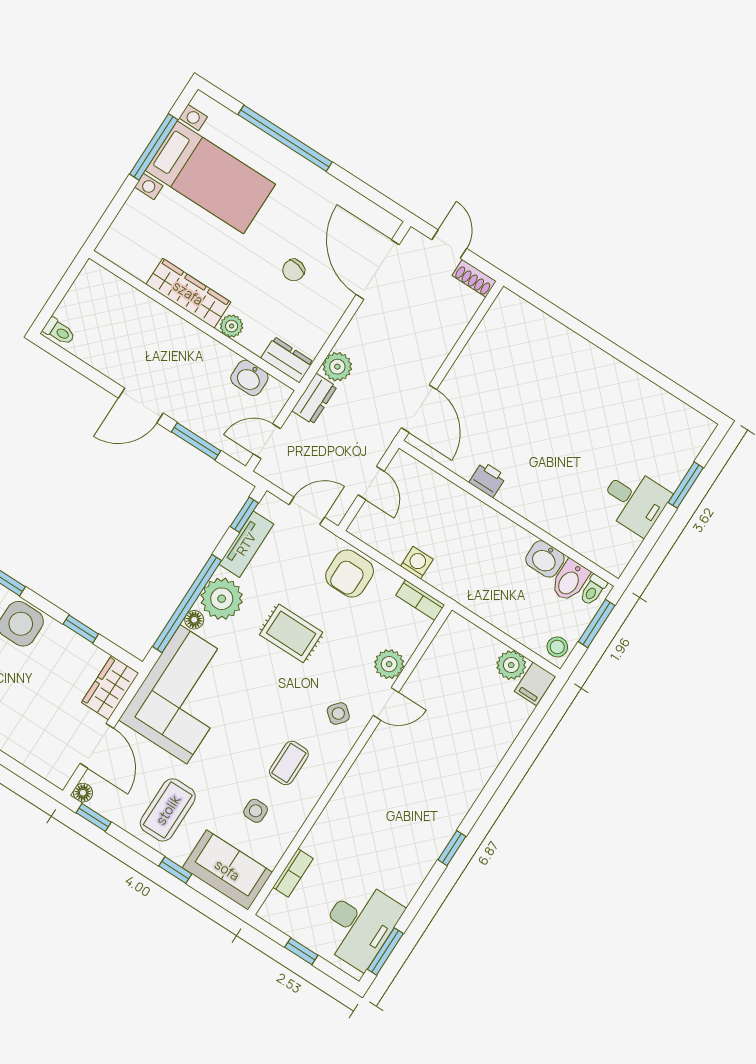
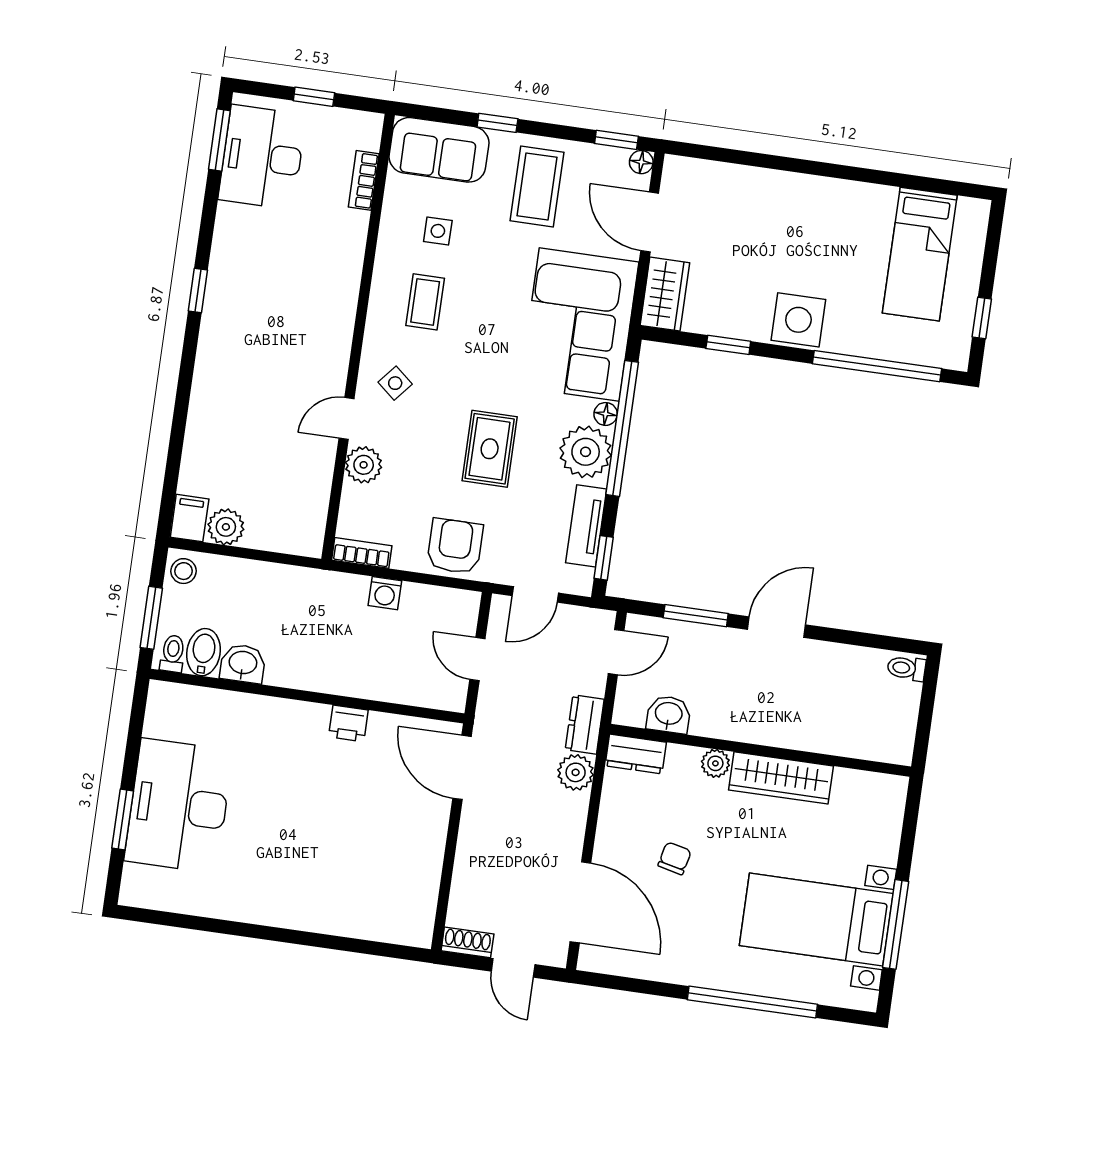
desk: (635, 501) -> (179, 806), width x1.87, depth x1.30
rug: (291, 633) -> (490, 449), turned 90

